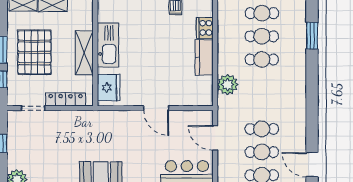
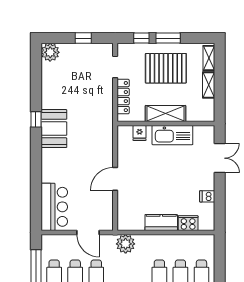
plant: (228, 85) -> (126, 244), moved
fridge: (109, 88) -> (140, 133), width x0.53, depth x0.75
door: (215, 138) -> (88, 232), swing flipped

